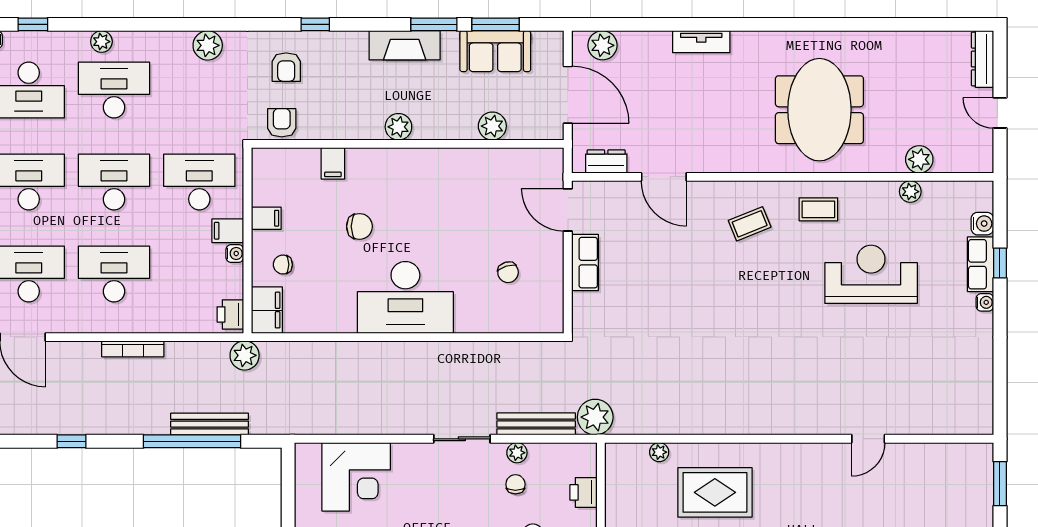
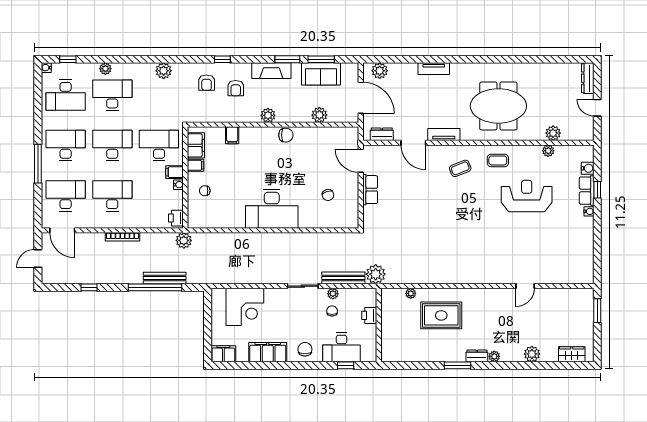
meeting table: (819, 110) -> (498, 106), turned 90
armchair: (282, 123) -> (236, 88), moved, turned 180
tv unit: (720, 162) -> (444, 135), added
chair: (359, 226) -> (286, 135), moved
filing cabinet: (267, 310) -> (196, 145), moved

